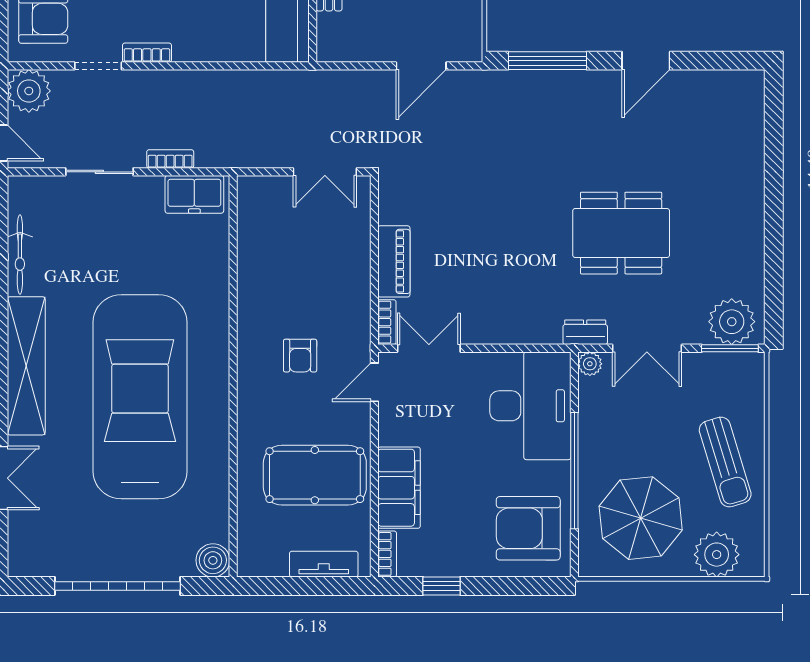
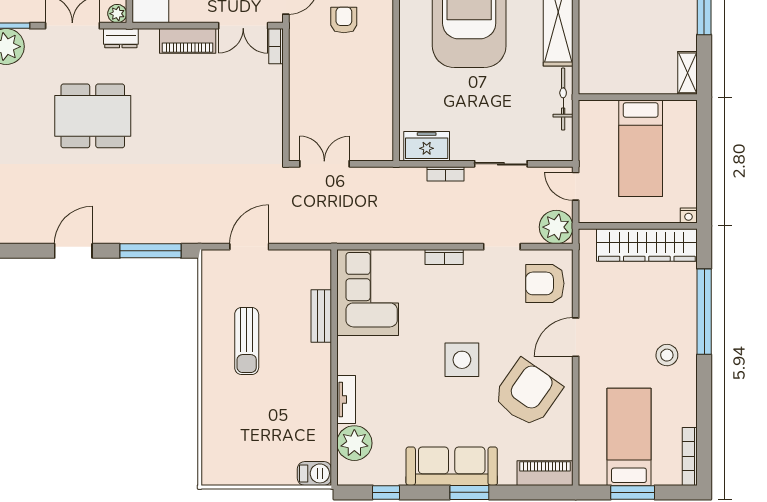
bookcase: (147, 53) -> (444, 257), moved
piano: (394, 261) -> (188, 41), moved, turned -90

